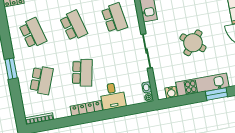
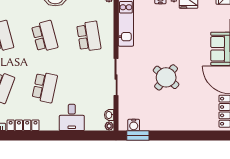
kitchen unit: (202, 85) -> (168, 123), removed
window: (216, 94) -> (138, 135), moved
locker: (86, 108) -> (23, 125), moved

